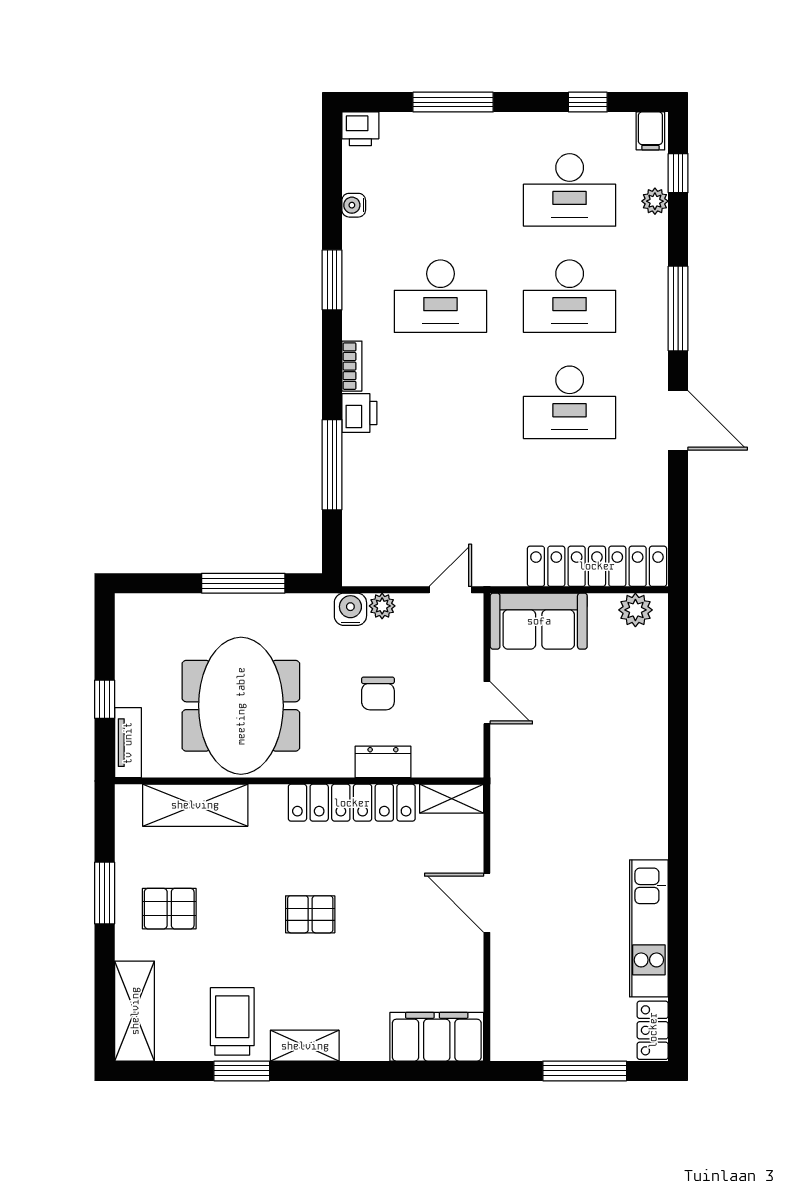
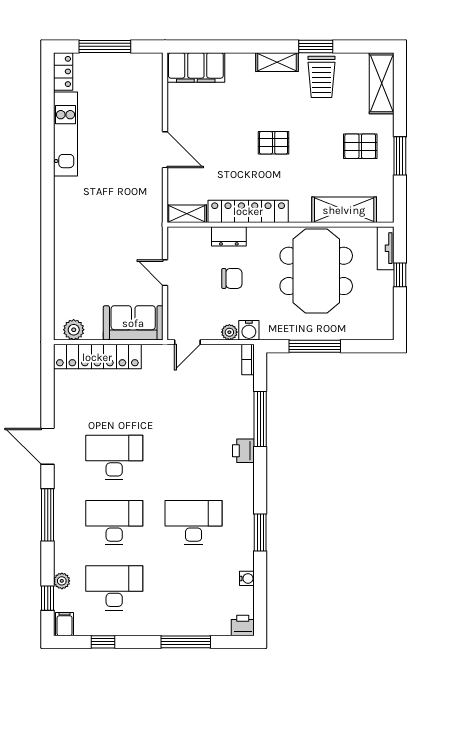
bookcase: (352, 366) -> (248, 360), moved
chair: (378, 693) -> (232, 278), turned 90

